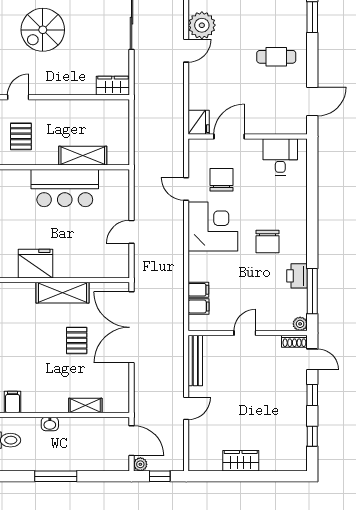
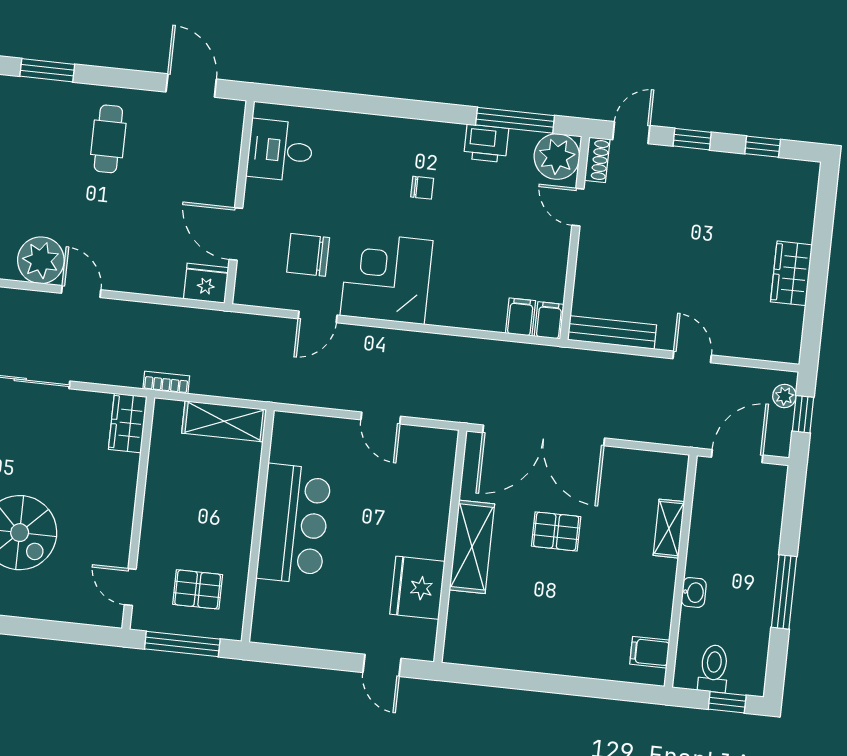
bookcase: (139, 105) -> (166, 382), added
shelving: (83, 156) -> (224, 421), moved, turned 90
chair: (267, 242) -> (422, 188), width x0.54, depth x0.54
filing cabinet: (198, 290) -> (549, 320), moved
plant: (300, 324) -> (557, 156), width x1.87, depth x1.87
door: (245, 333) -> (578, 207), moved
plant: (140, 464) -> (784, 396), moved

